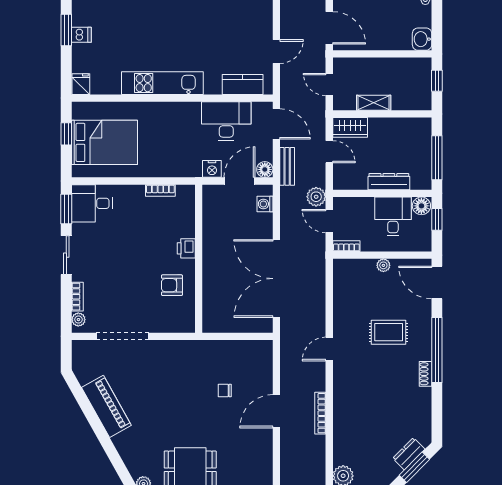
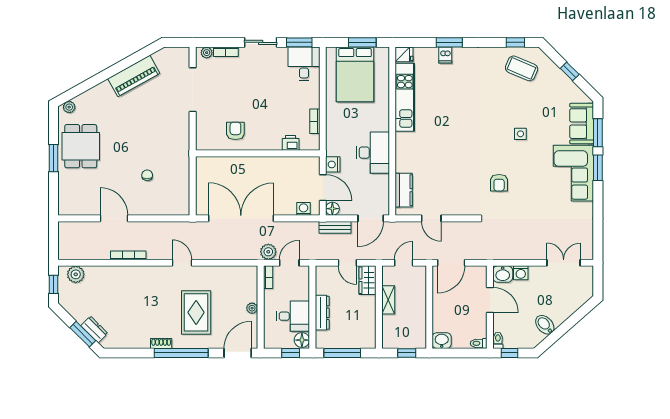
kitchen unit: (162, 83) -> (405, 97), moved
desk: (226, 121) -> (373, 153), moved
window: (66, 134) -> (362, 42), width x1.50
door: (329, 152) -> (347, 263), hinge flipped
plant: (316, 197) -> (268, 252), moved
printer: (186, 248) -> (291, 143), moved
rug: (389, 332) -> (196, 312), width x1.36, depth x1.43
door: (276, 411) -> (114, 218), moved

